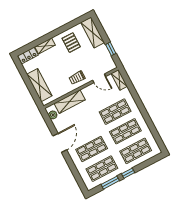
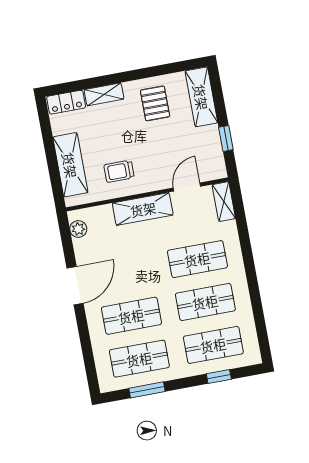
trolley: (77, 78) -> (119, 171), moved
door: (99, 78) -> (187, 187), swing flipped
shelving: (70, 102) -> (143, 209), moved
window: (128, 173) -> (219, 377), moved

